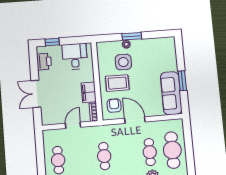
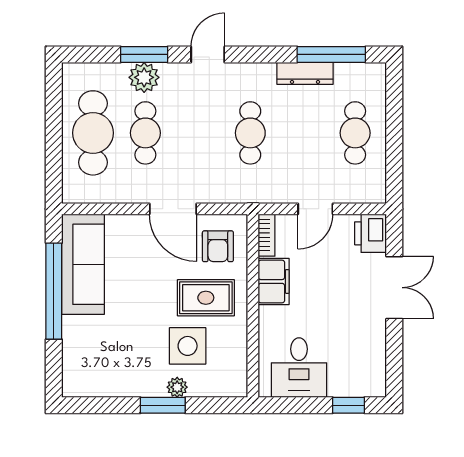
printer: (44, 62) -> (371, 233), moved
window: (182, 81) -> (54, 291), width x2.11

